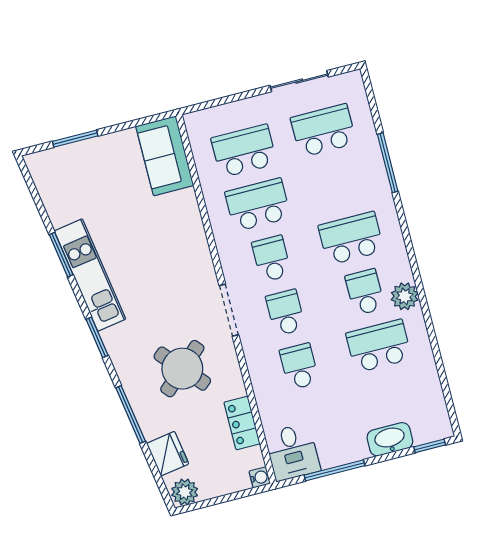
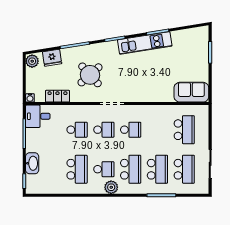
school desk: (258, 205) -> (157, 169), moved
plant: (405, 296) -> (111, 187), moved

